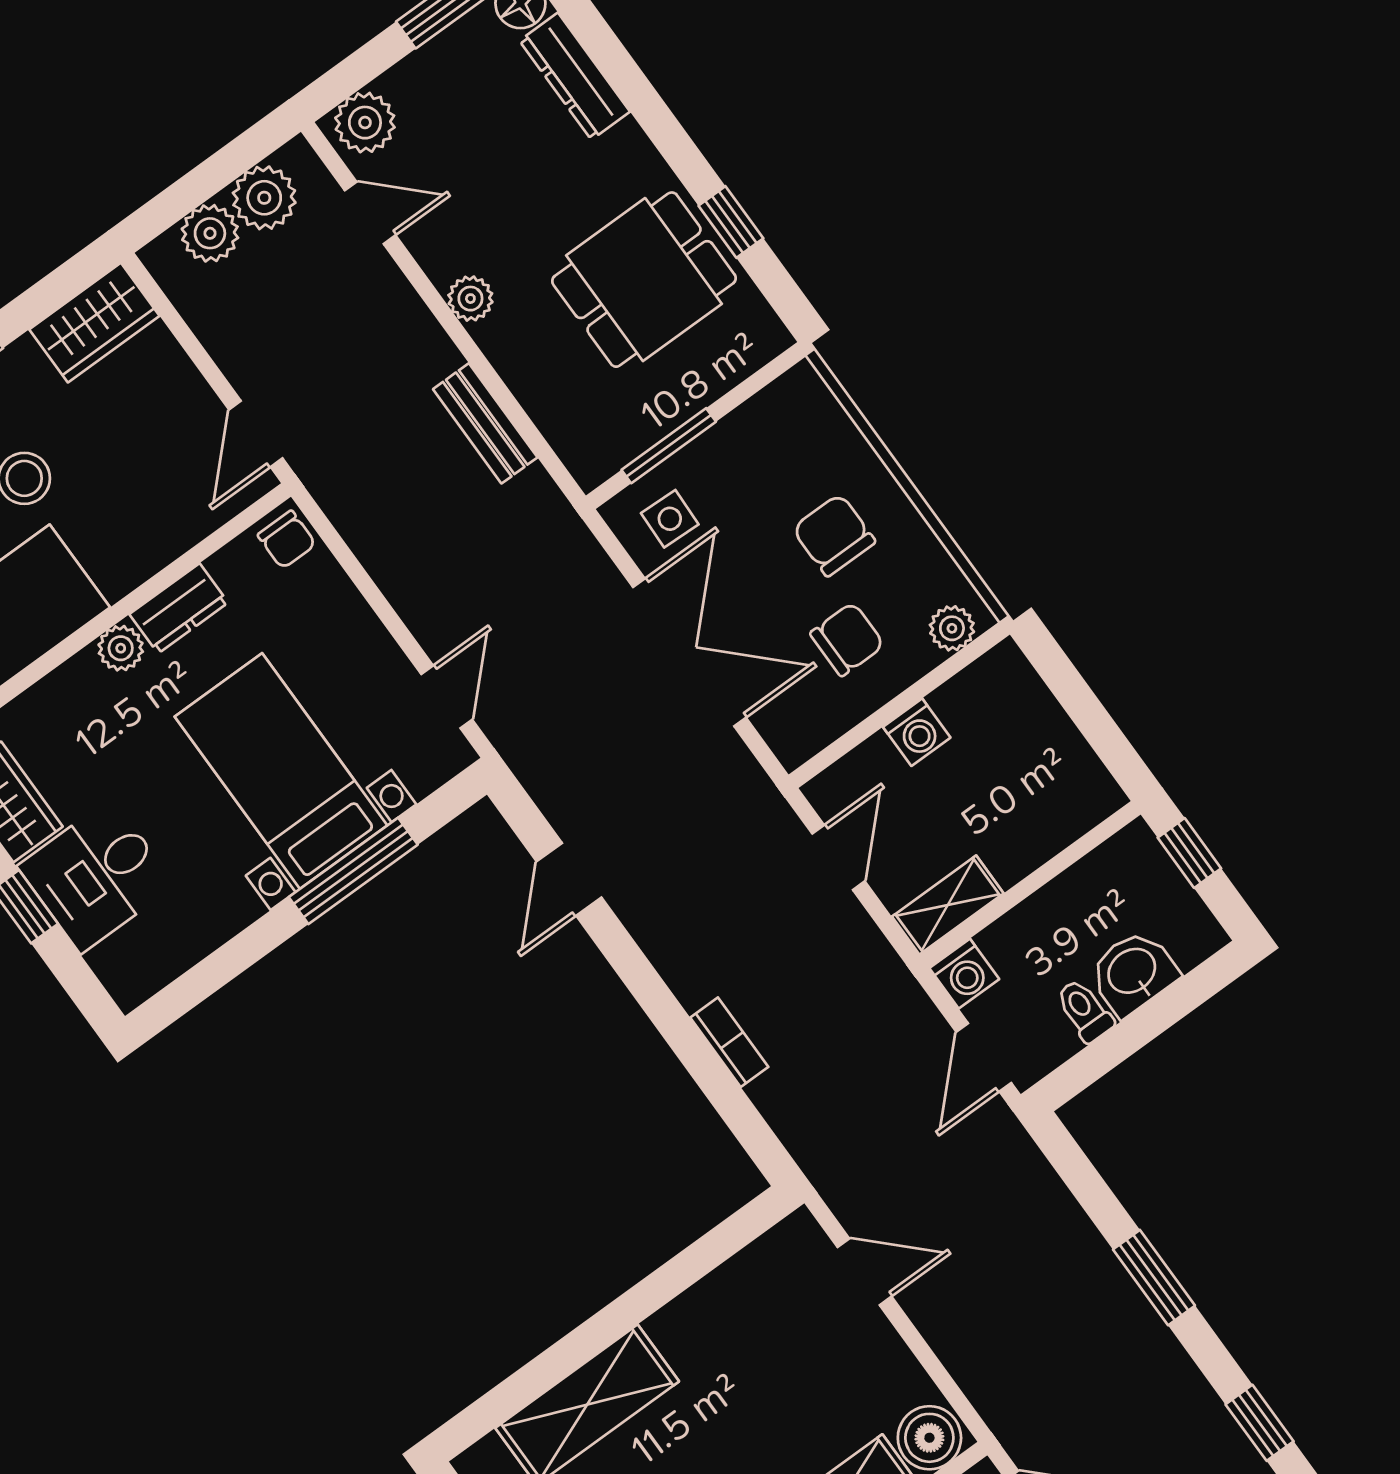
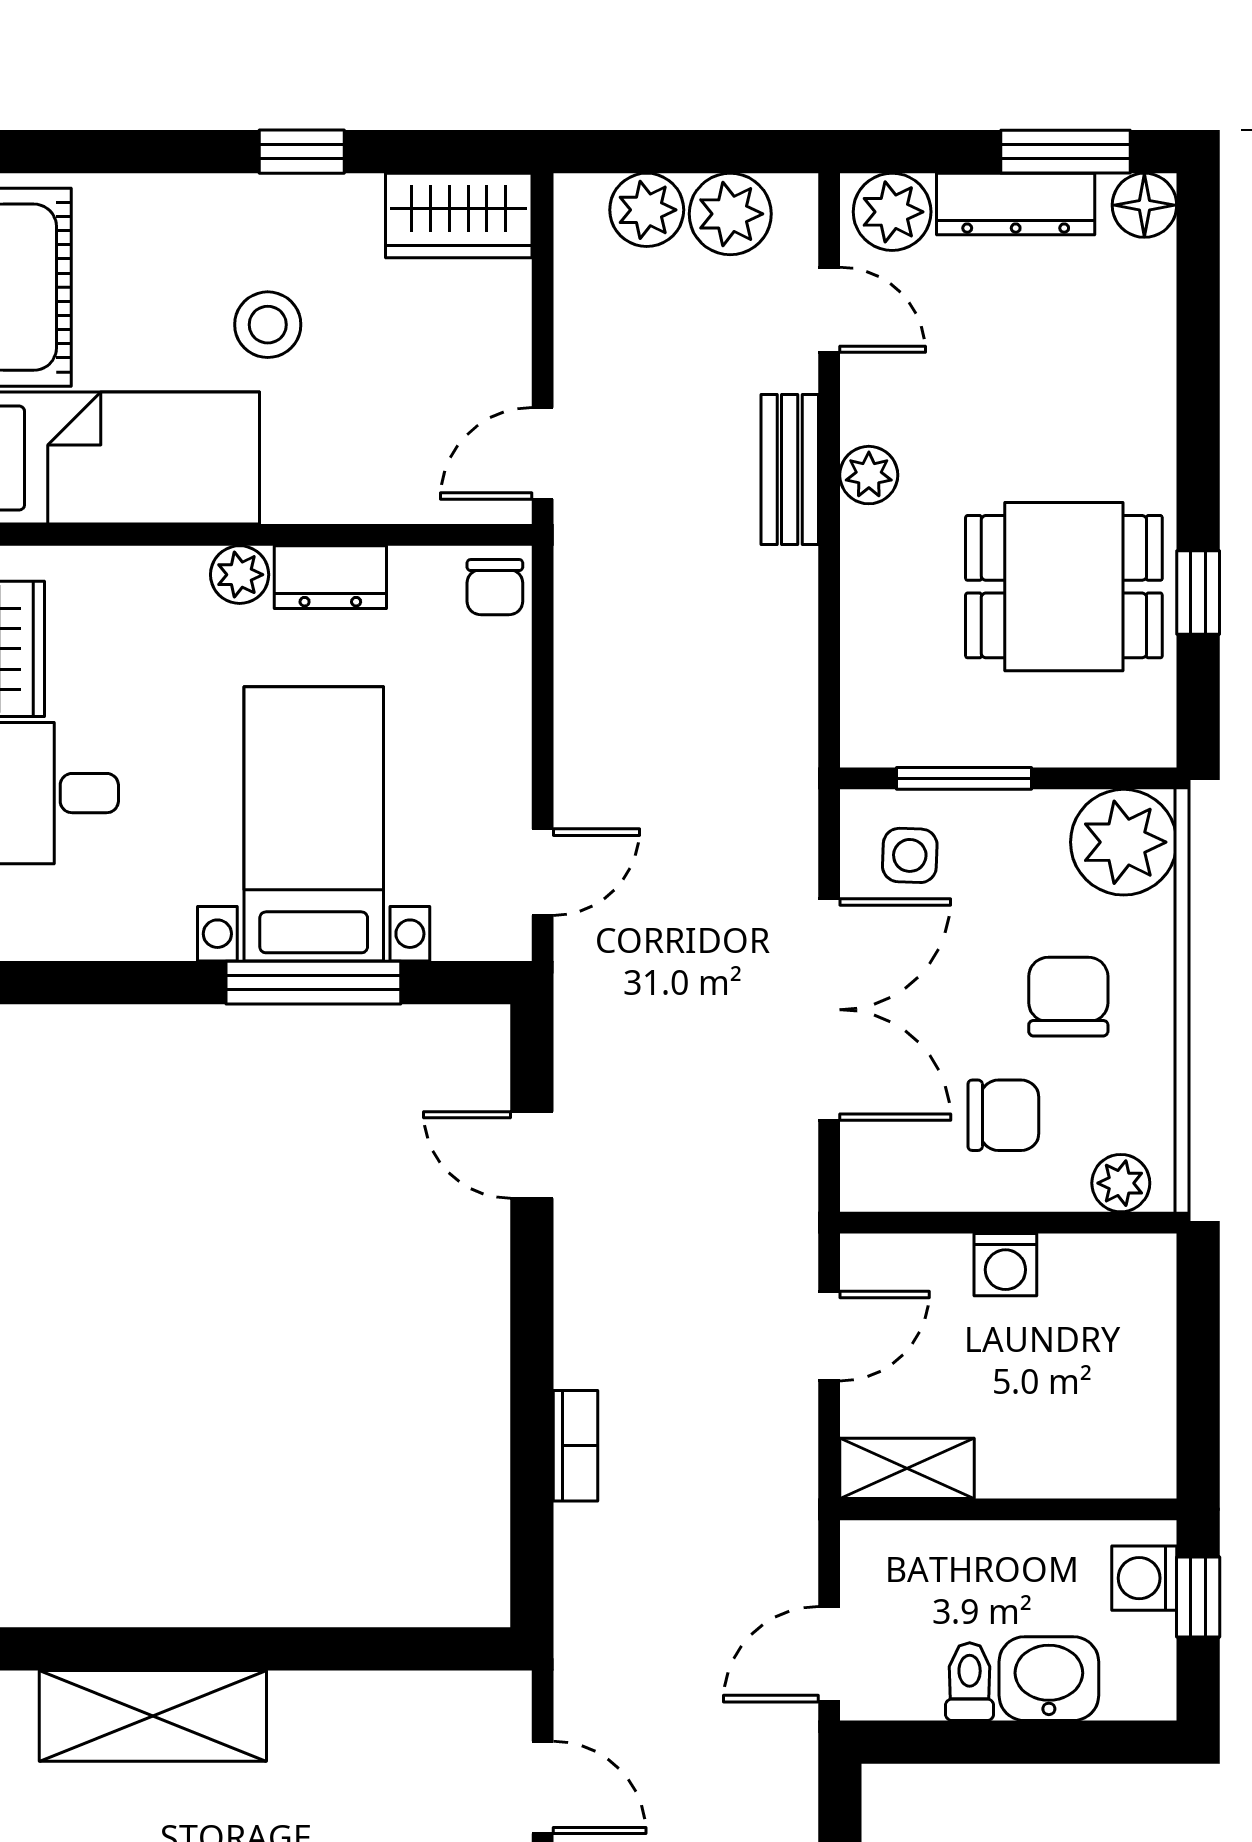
dresser: (575, 76) -> (1016, 204), moved, turned -90
plant: (798, 413) -> (1124, 842), added
bench: (485, 423) -> (790, 470), moved
door: (569, 879) -> (532, 1155), hinge flipped
washing machine: (964, 974) -> (1144, 1578), moved, turned 90

